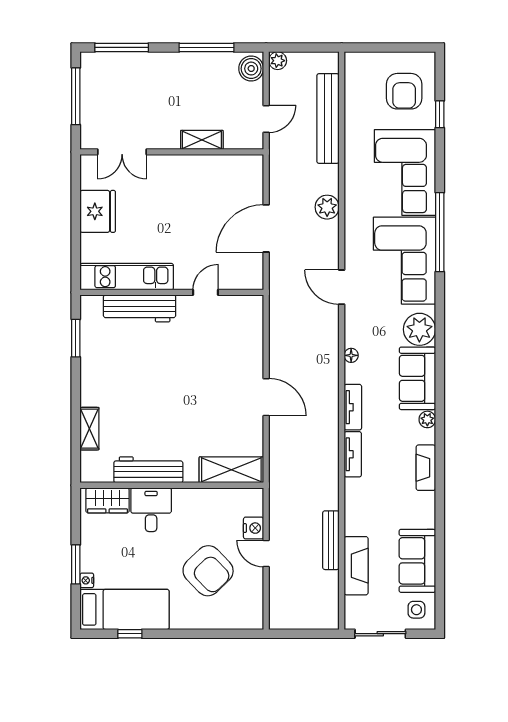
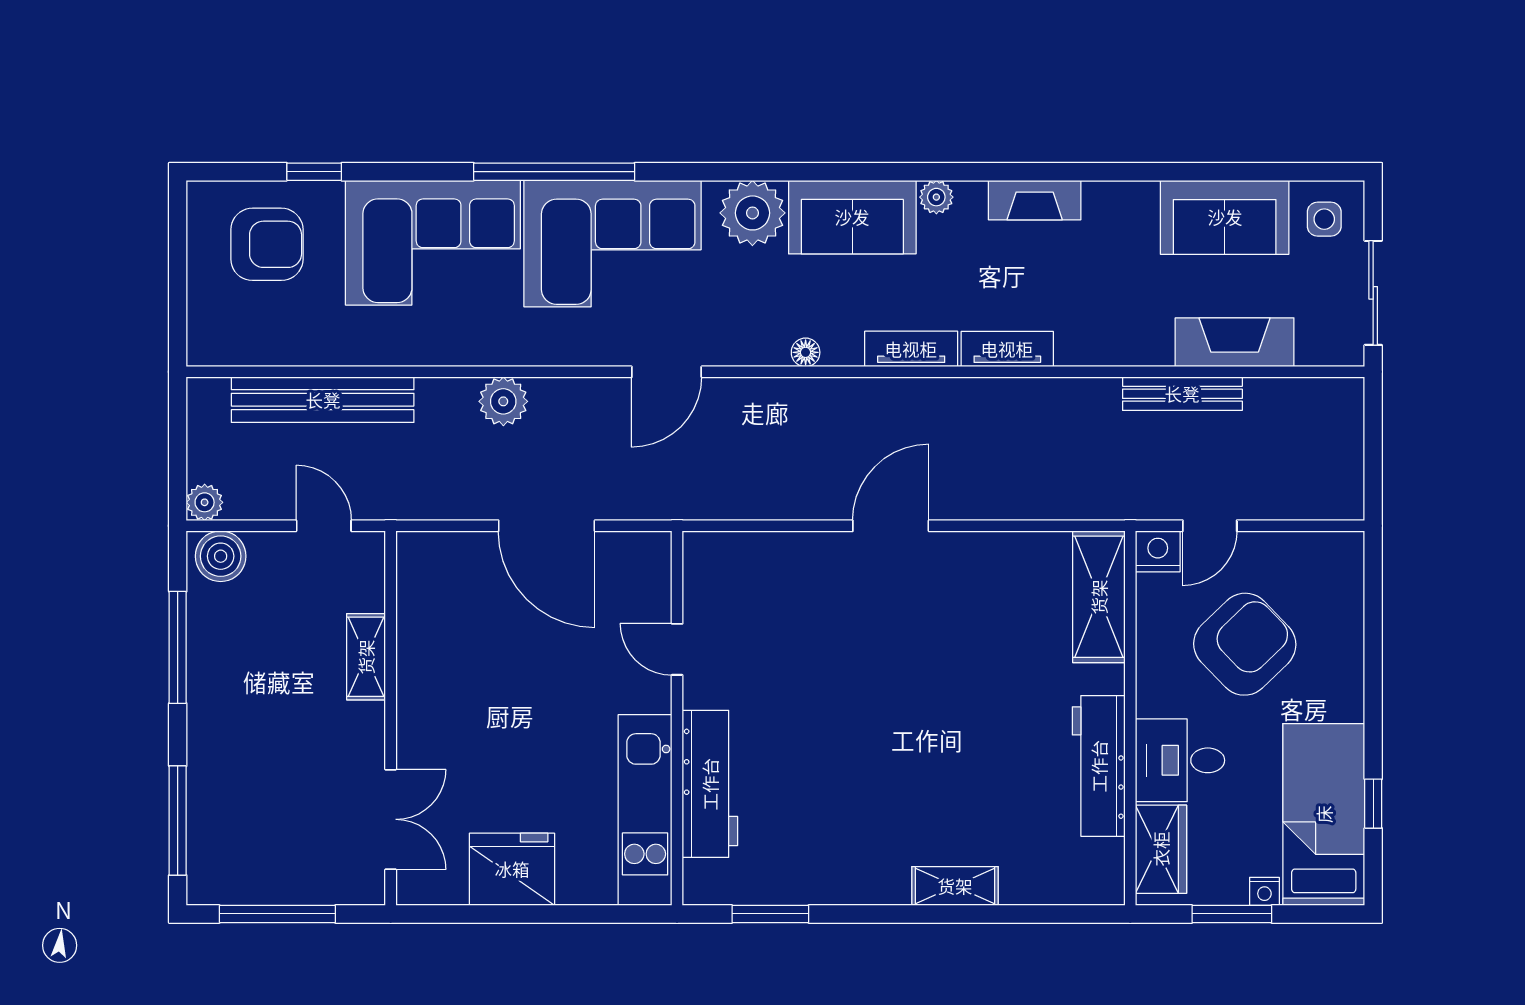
workbench: (148, 470) -> (1099, 766), moved
shelving: (231, 470) -> (1099, 597), moved
wall: (172, 485) -> (1130, 718), moved
wardrobe: (108, 500) -> (1161, 849), moved
desk: (151, 510) -> (1180, 760), moved

